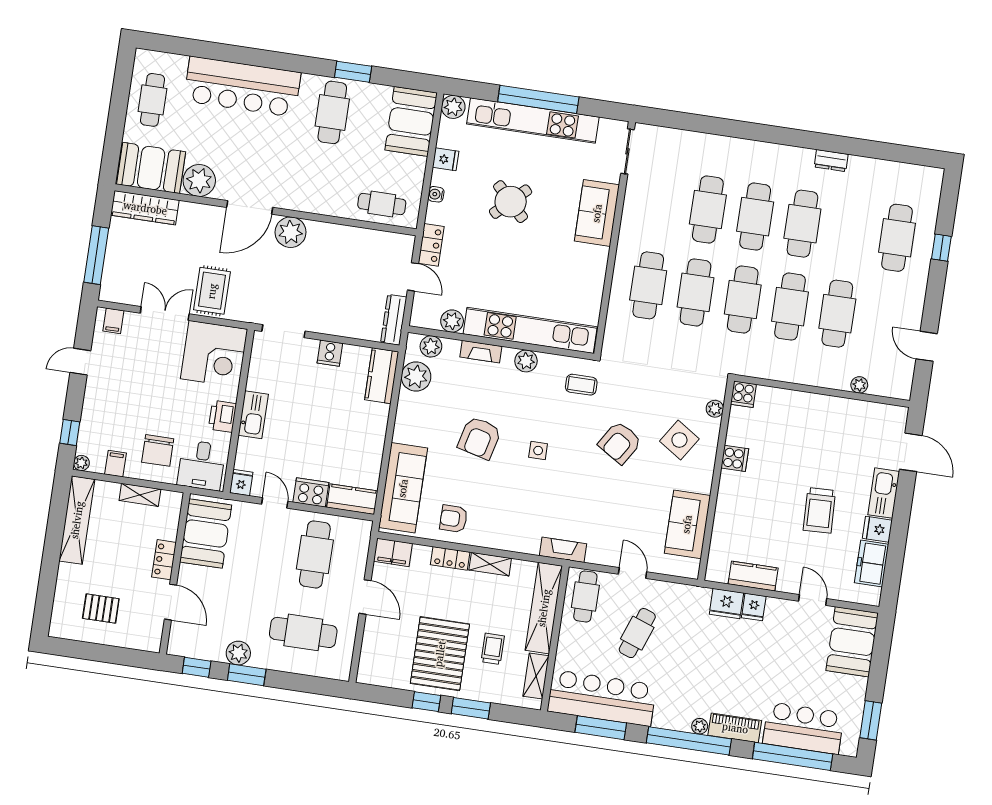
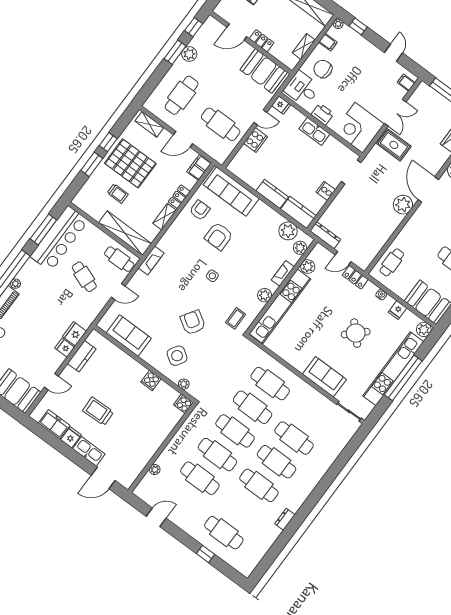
armchair: (479, 438) -> (219, 236), moved, turned -104
kitchen counter: (352, 499) -> (272, 194), moved, turned -90
shelving: (536, 676) -> (149, 124), moved

